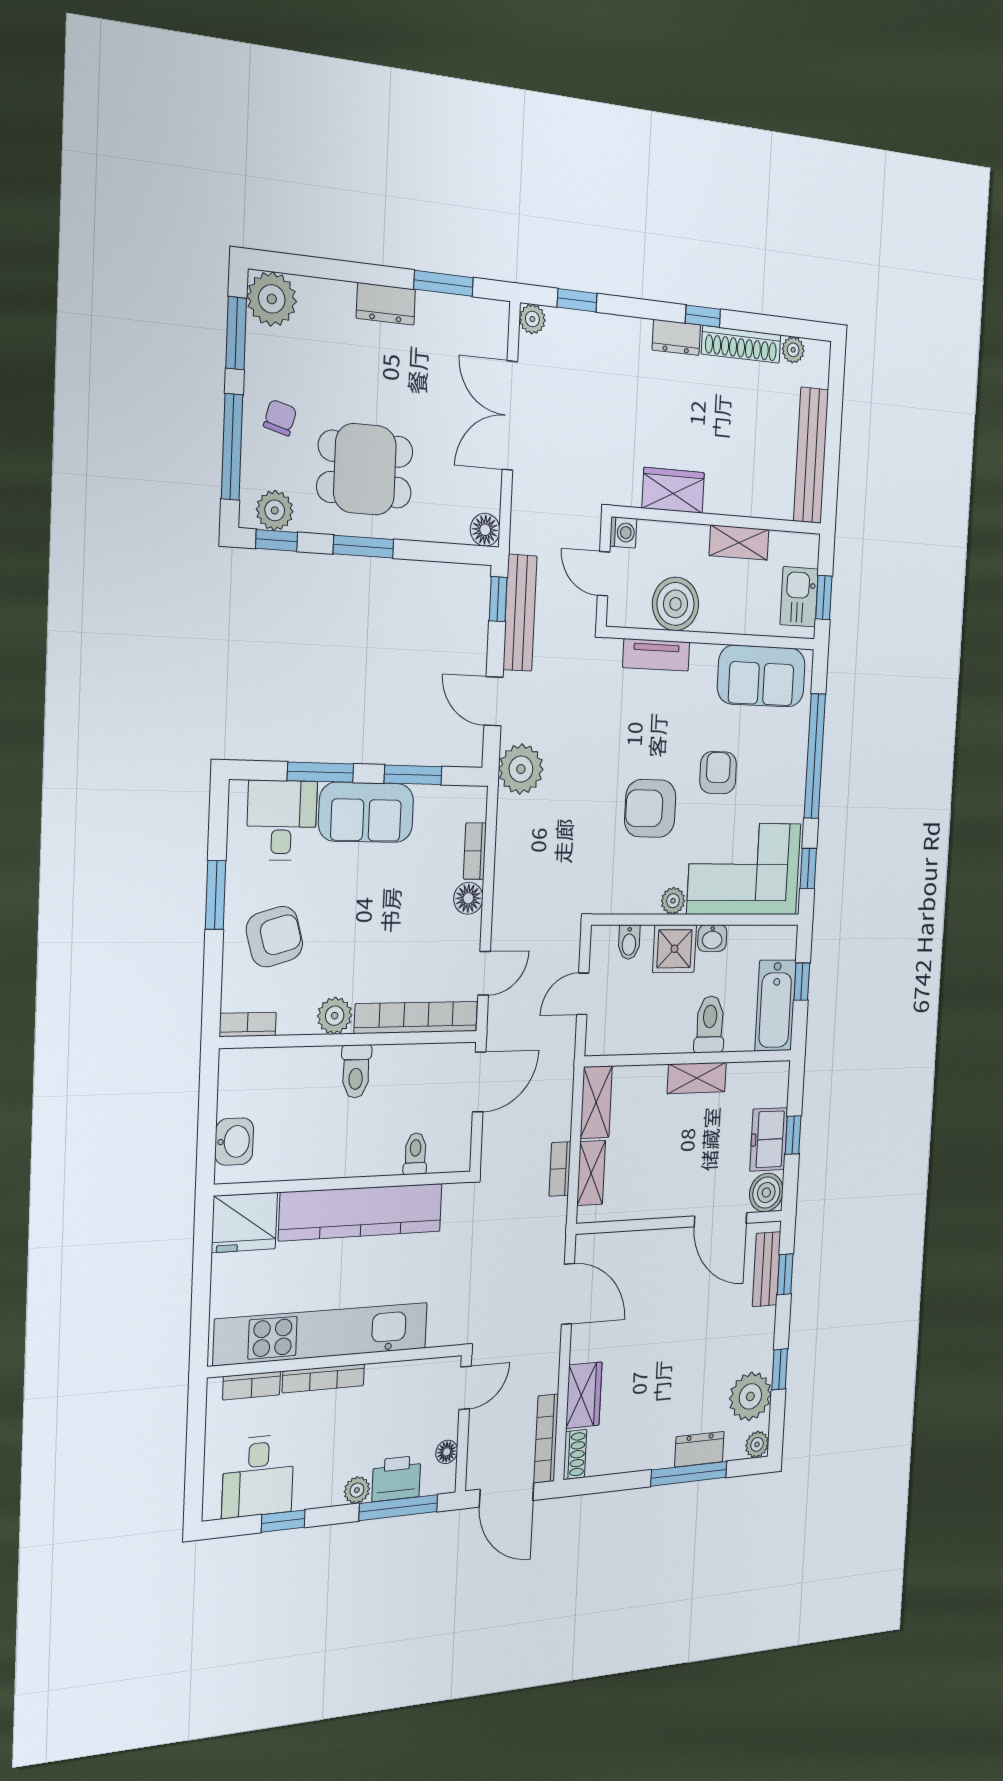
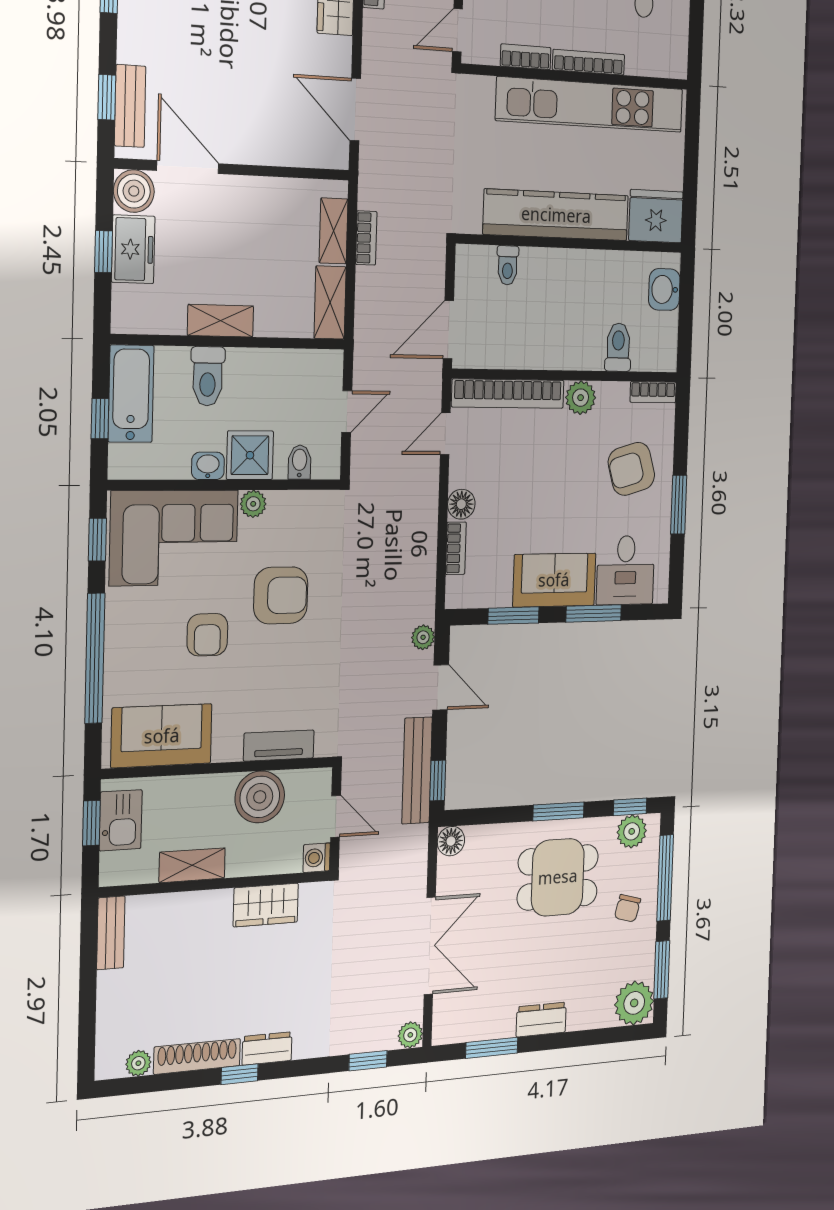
bench: (811, 455) -> (111, 933), width x0.54, depth x0.82
plant: (521, 769) -> (423, 637), width x0.53, depth x0.53
toilet: (356, 1071) -> (618, 347), moved
bookcase: (252, 1386) -> (526, 57), moved

